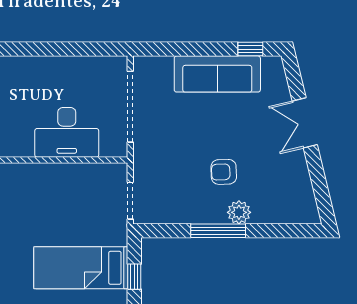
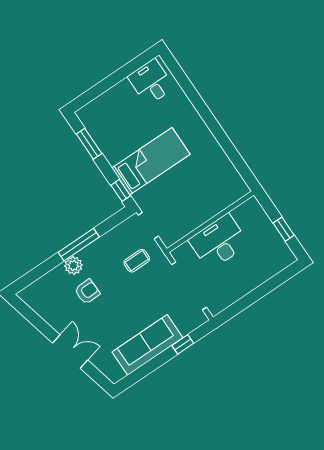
window: (250, 49) -> (183, 344), moved
coffee table: (168, 172) -> (137, 261), added
armchair: (224, 172) -> (87, 292), moved
window: (134, 277) -> (121, 190), moved

